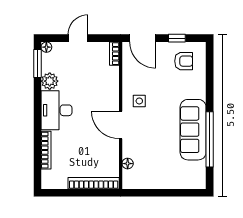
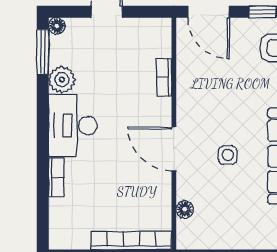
bookcase: (114, 54) -> (164, 77), moved
side table: (139, 101) -> (228, 155), moved
bookcase: (46, 150) -> (56, 177), width x0.64

